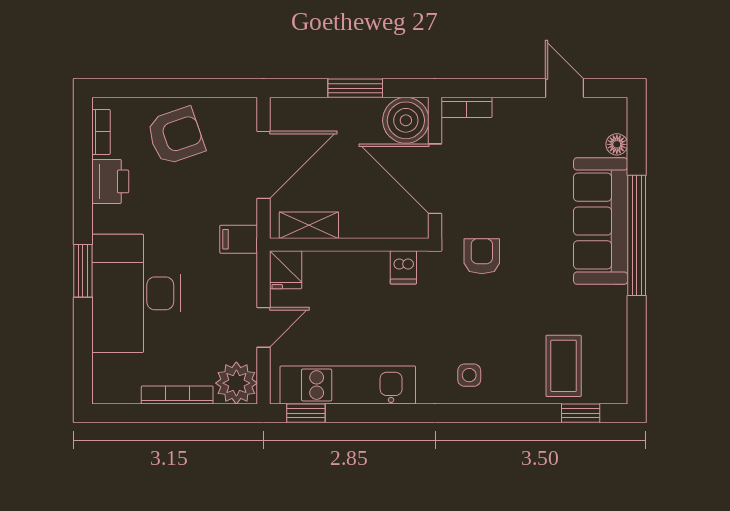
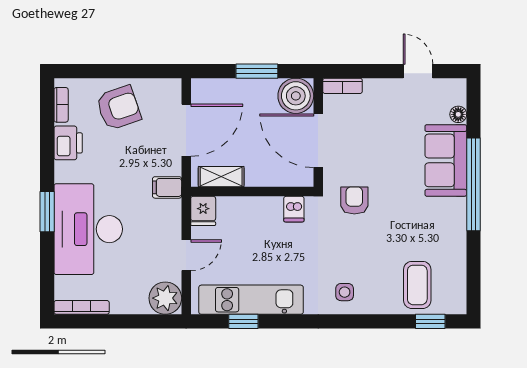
sofa: (601, 221) -> (446, 160), width x0.73
bookcase: (177, 395) -> (82, 307), moved
window: (306, 413) -> (243, 321), moved

